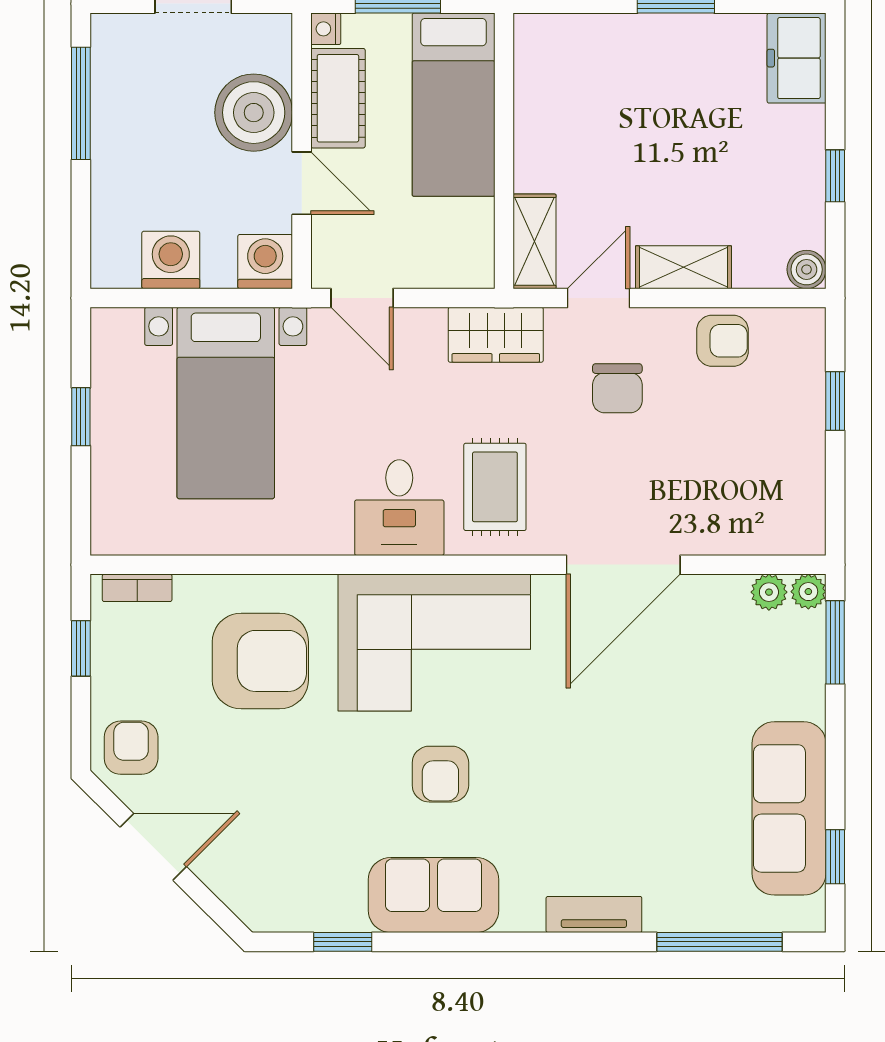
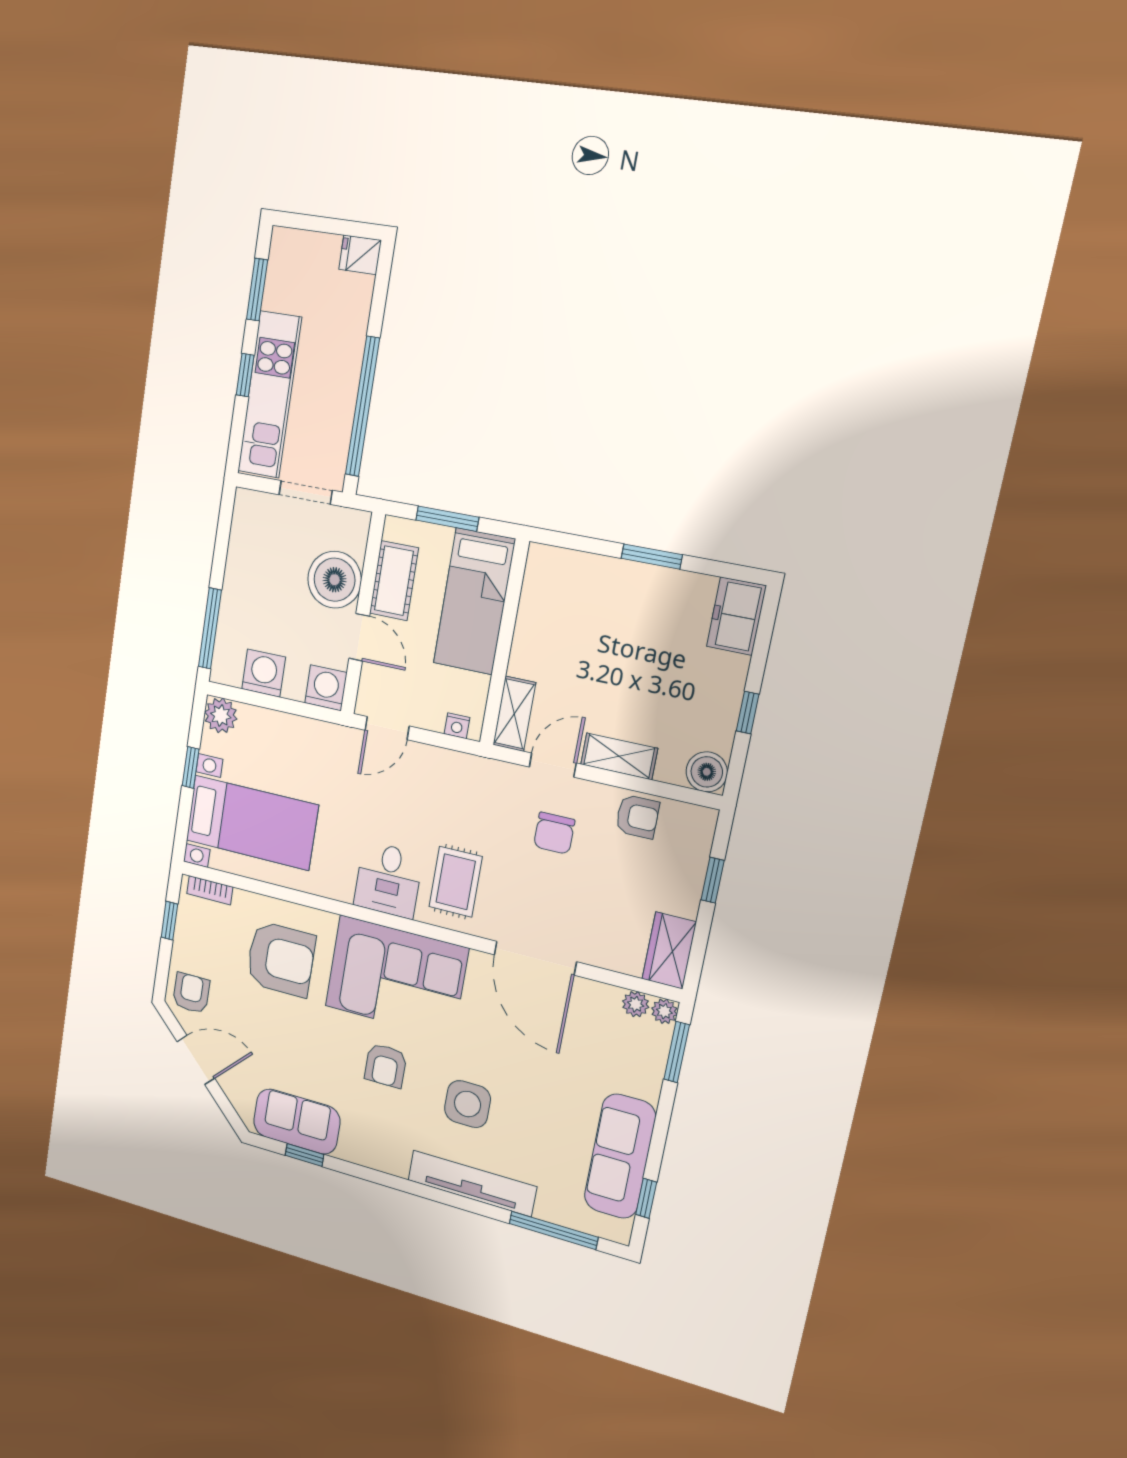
nightstand: (326, 29) -> (457, 726), moved, turned -90
window: (81, 103) -> (210, 628), moved
boiler: (807, 269) -> (707, 772), width x1.36, depth x1.36
door: (362, 298) -> (387, 728), hinge flipped
plant: (116, 333) -> (221, 715), added
wardrobe: (496, 335) -> (669, 951), moved, turned 90
bed with nightstands: (226, 403) -> (252, 823), moved, turned -90
door: (623, 565) -> (535, 958), hinge flipped
side table: (567, 796) -> (468, 1104), added
sofa: (434, 895) -> (297, 1121), moved
tv unit: (594, 914) -> (472, 1183), width x1.92, depth x1.29

